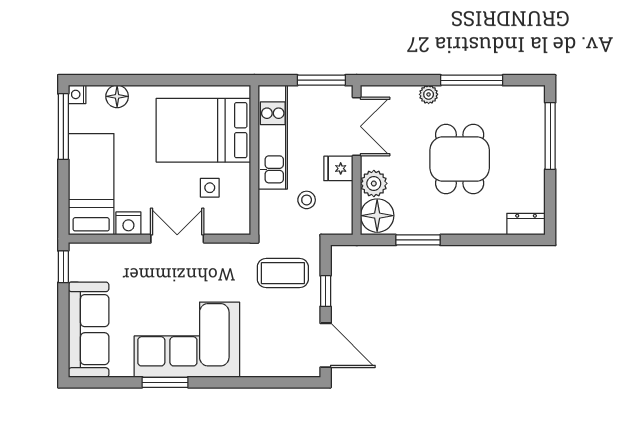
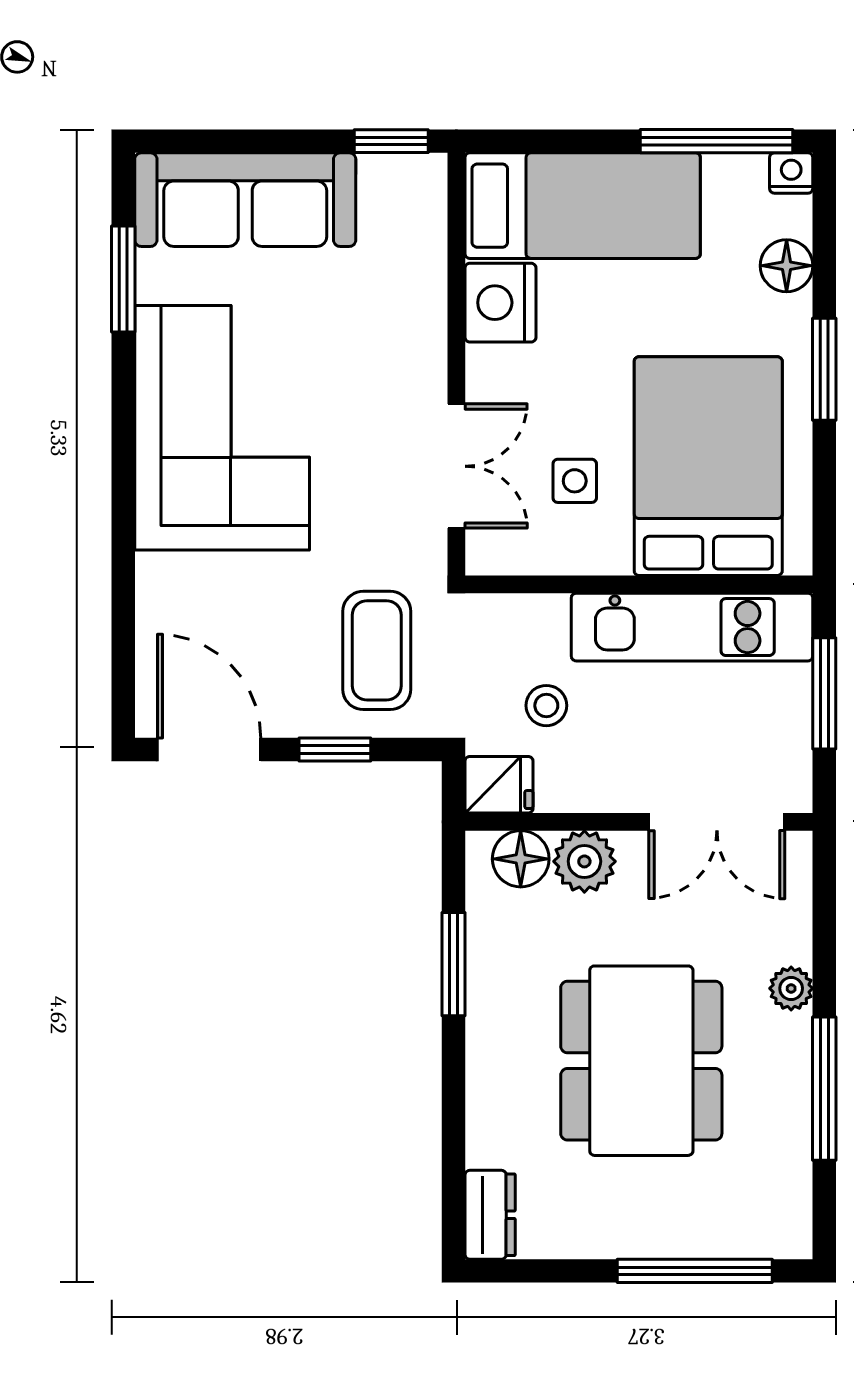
window: (162, 80) -> (824, 369), added
window: (321, 80) -> (824, 693), moved
dining table: (460, 159) -> (641, 1061), width x1.37
fridge: (338, 168) -> (499, 785), moved, turned 90
floor lamp: (377, 216) -> (521, 859), width x0.73, depth x0.73
nightstand: (128, 223) -> (500, 303), width x1.36, depth x1.33
double door: (177, 239) -> (456, 466), moved
door: (326, 345) -> (209, 749), swing flipped
window: (165, 382) -> (123, 279), moved

